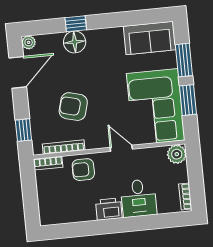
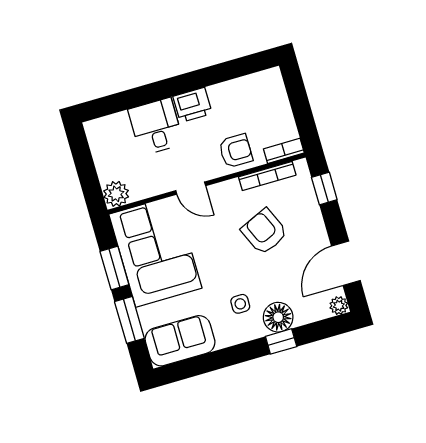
side table: (101, 57) -> (240, 304), added
armchair: (73, 107) -> (264, 232), turned -129
bookcase: (185, 197) -> (95, 140), removed

